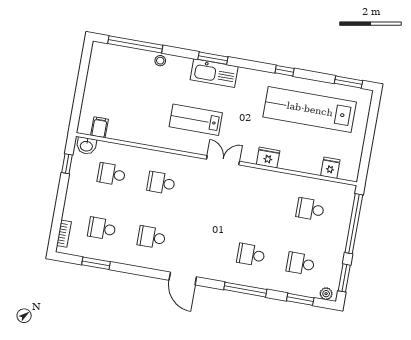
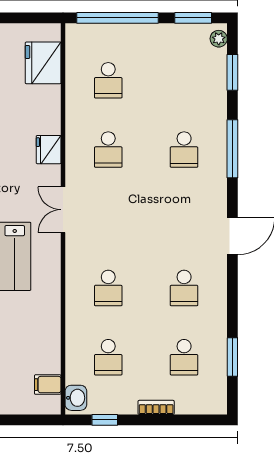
fridge: (330, 168) -> (43, 63), width x1.88, depth x1.34
bookcase: (64, 234) -> (156, 407), moved
school desk: (301, 264) -> (108, 150), moved

